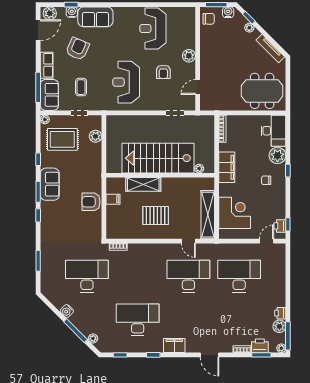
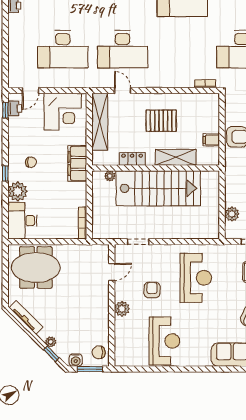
filing cabinet: (227, 167) -> (77, 163), moved
locker: (180, 183) -> (132, 159), added
corner desk: (235, 213) -> (63, 112), moved, turned -90

